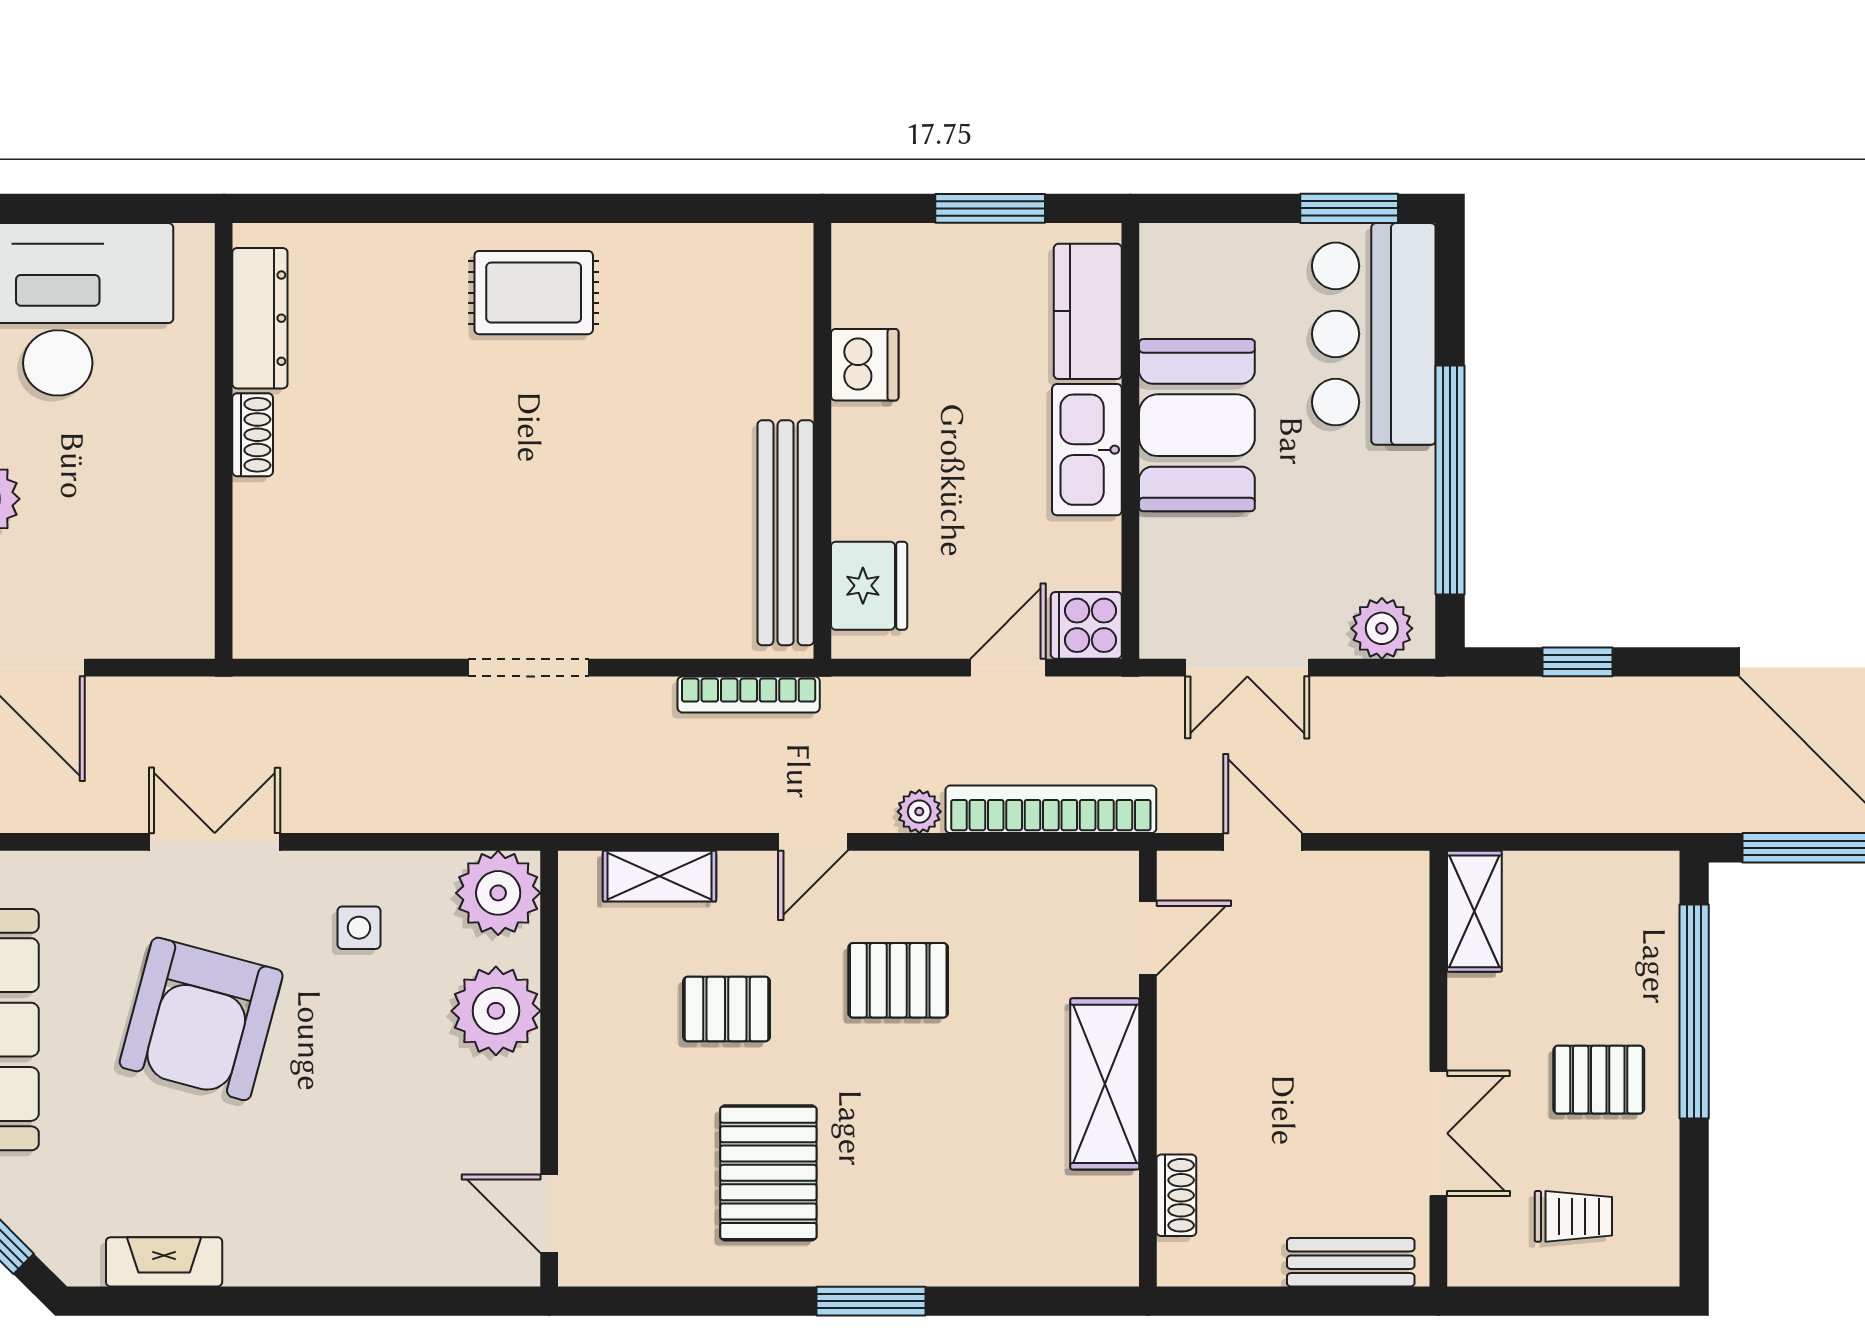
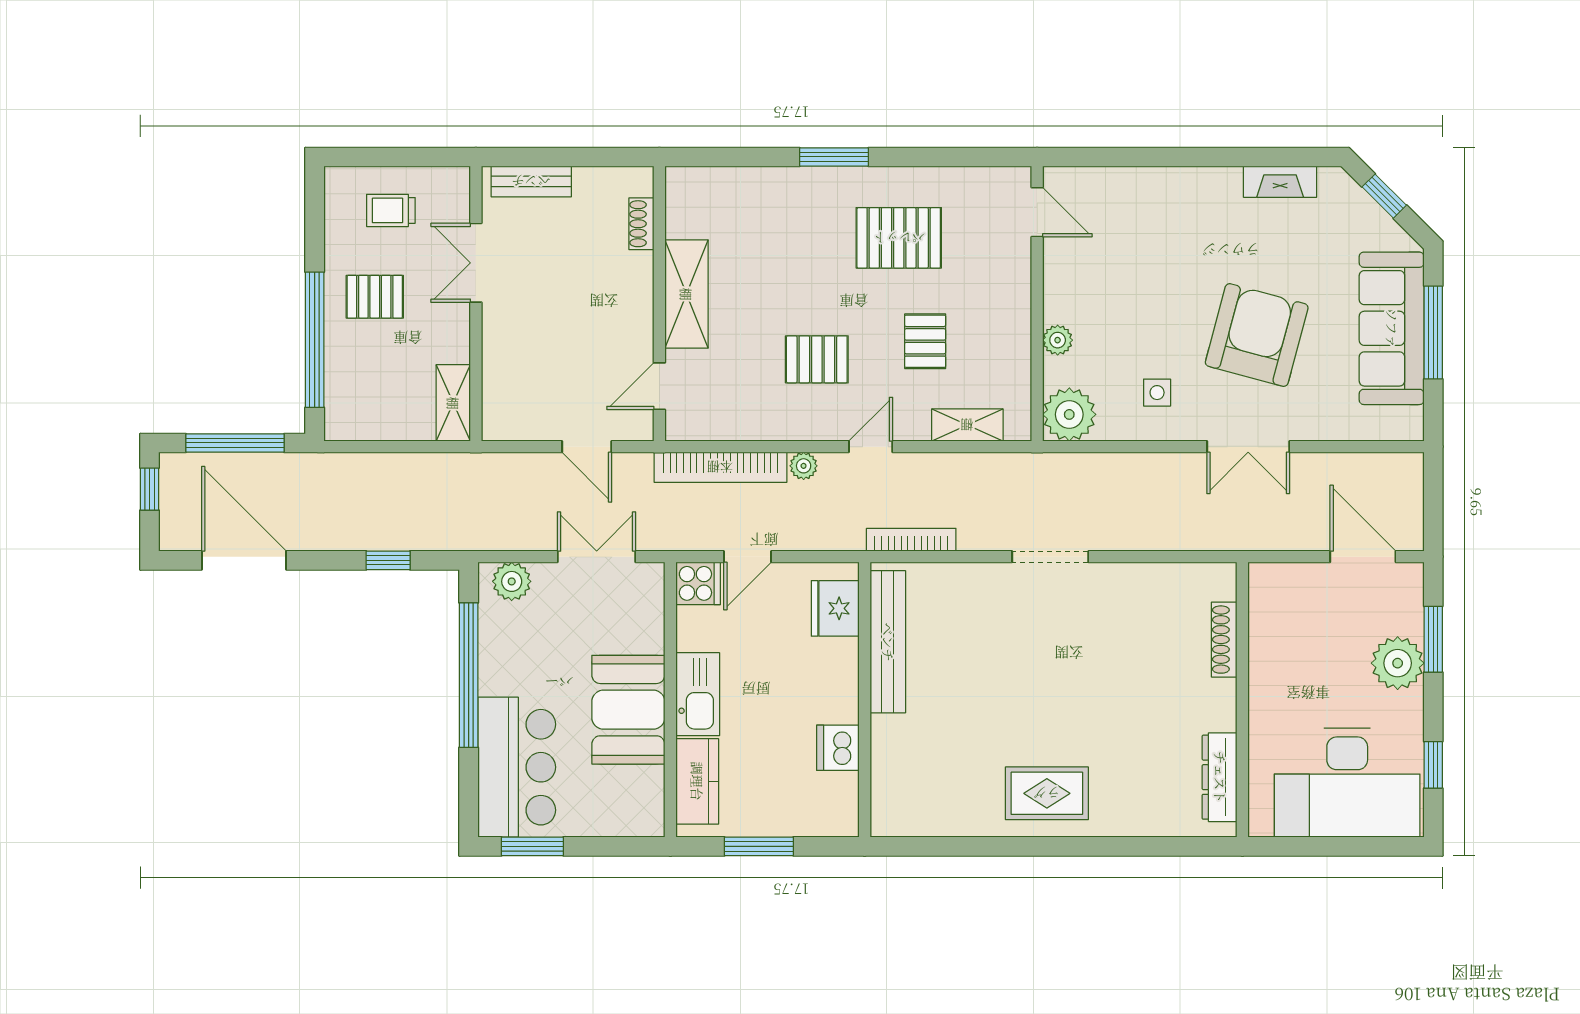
shoe rack: (253, 435) -> (1224, 640), moved, width x1.43
pallet: (727, 1009) -> (925, 341), turned 90
plant: (496, 1011) -> (1058, 340), width x0.53, depth x0.53
pallet: (768, 1173) -> (899, 238), turned 90

